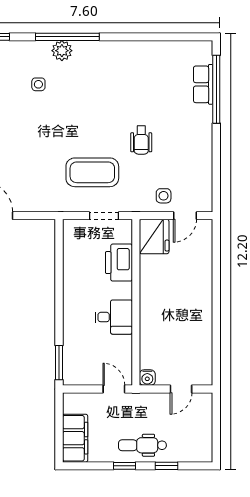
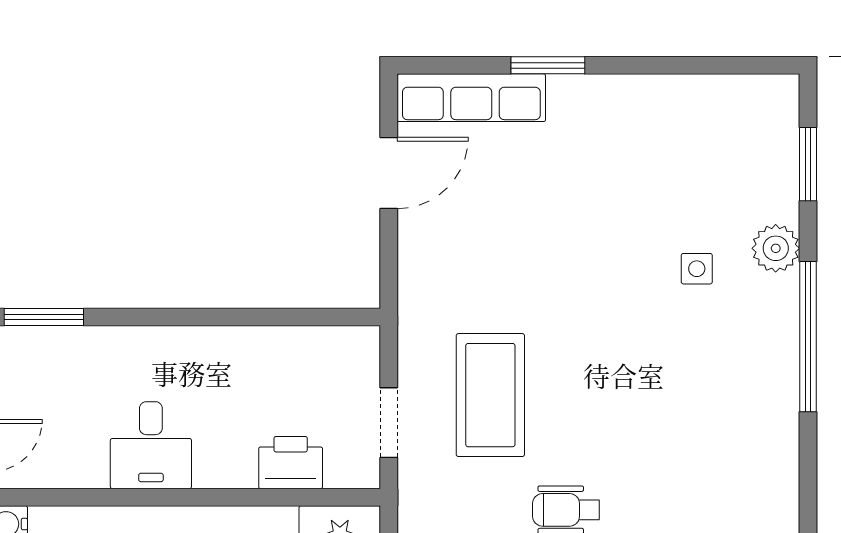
plant: (62, 51) -> (776, 248), moved
printer: (119, 263) -> (291, 463), width x0.73, depth x0.84

